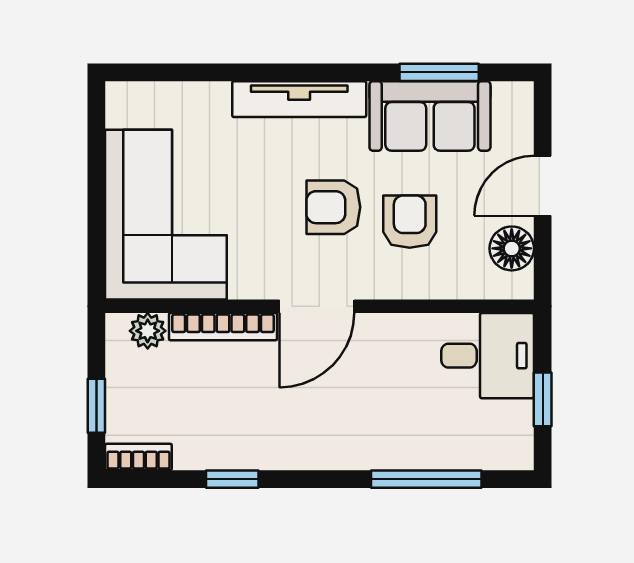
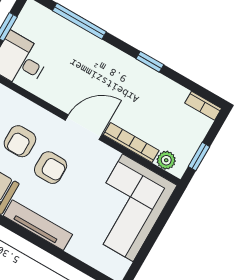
window: (96, 406) -> (199, 157), moved
window: (232, 479) -> (150, 62), moved

